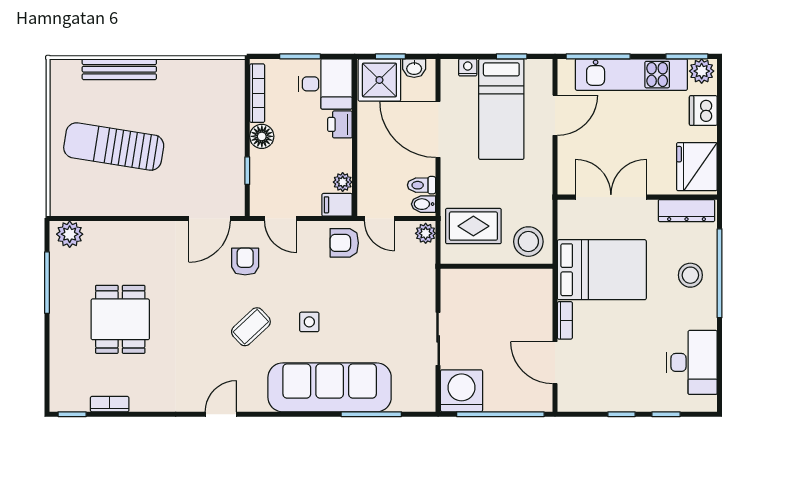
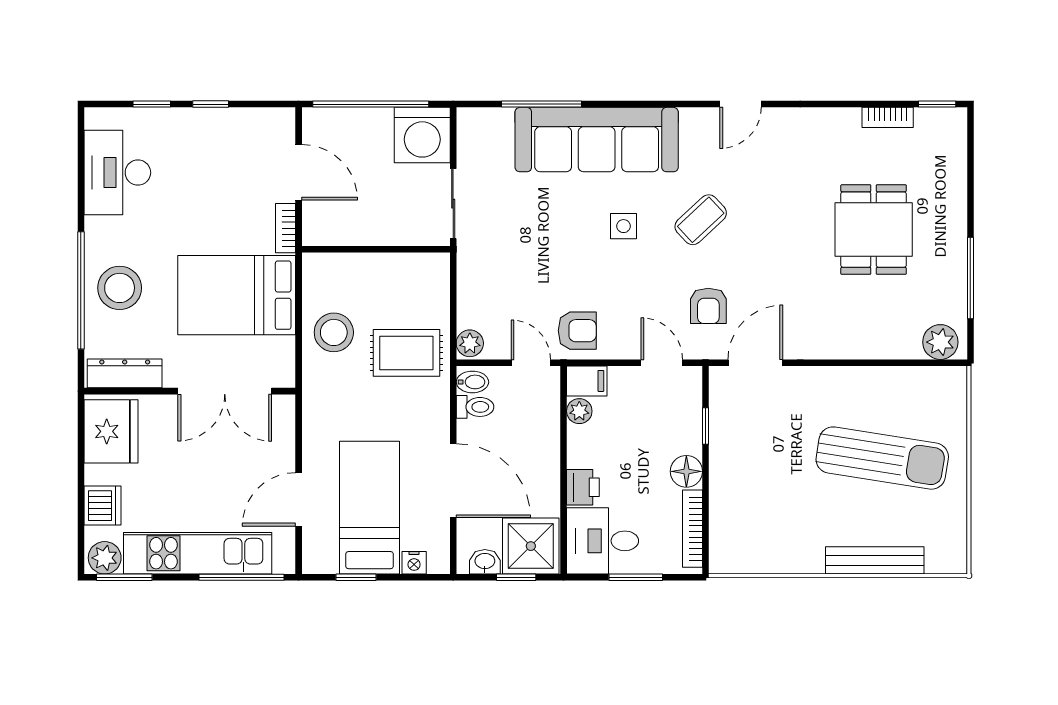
wall: (497, 266) -> (376, 249), moved
stool: (690, 275) -> (120, 288), width x1.38, depth x1.38

